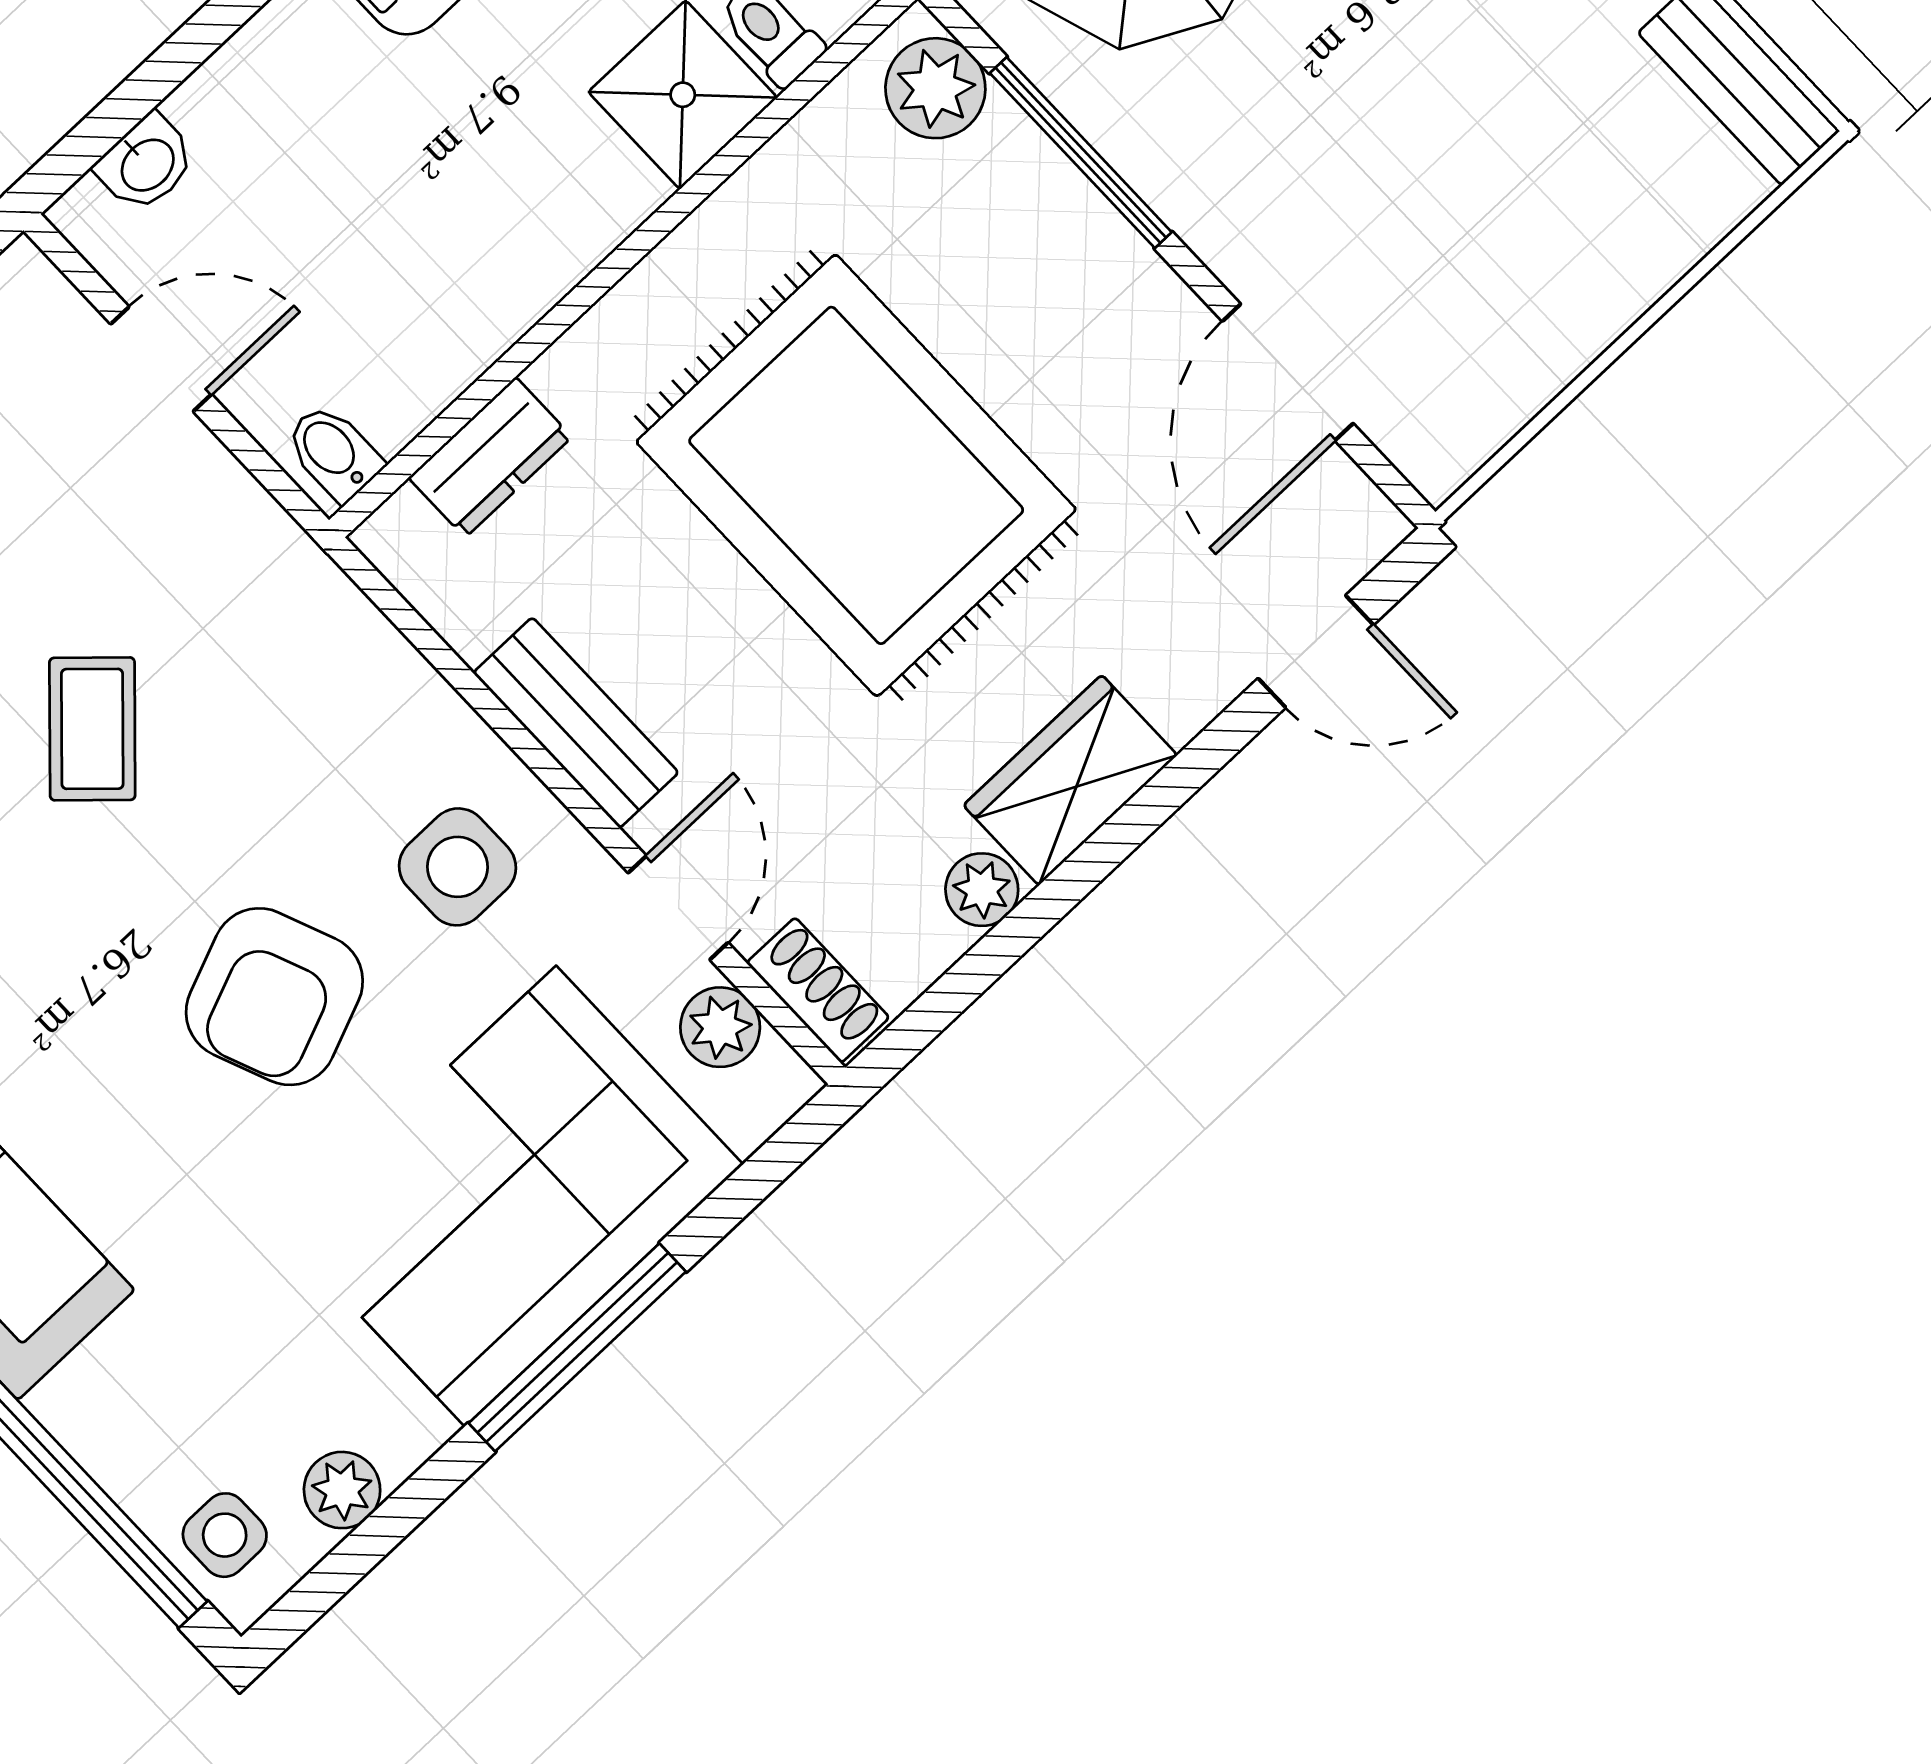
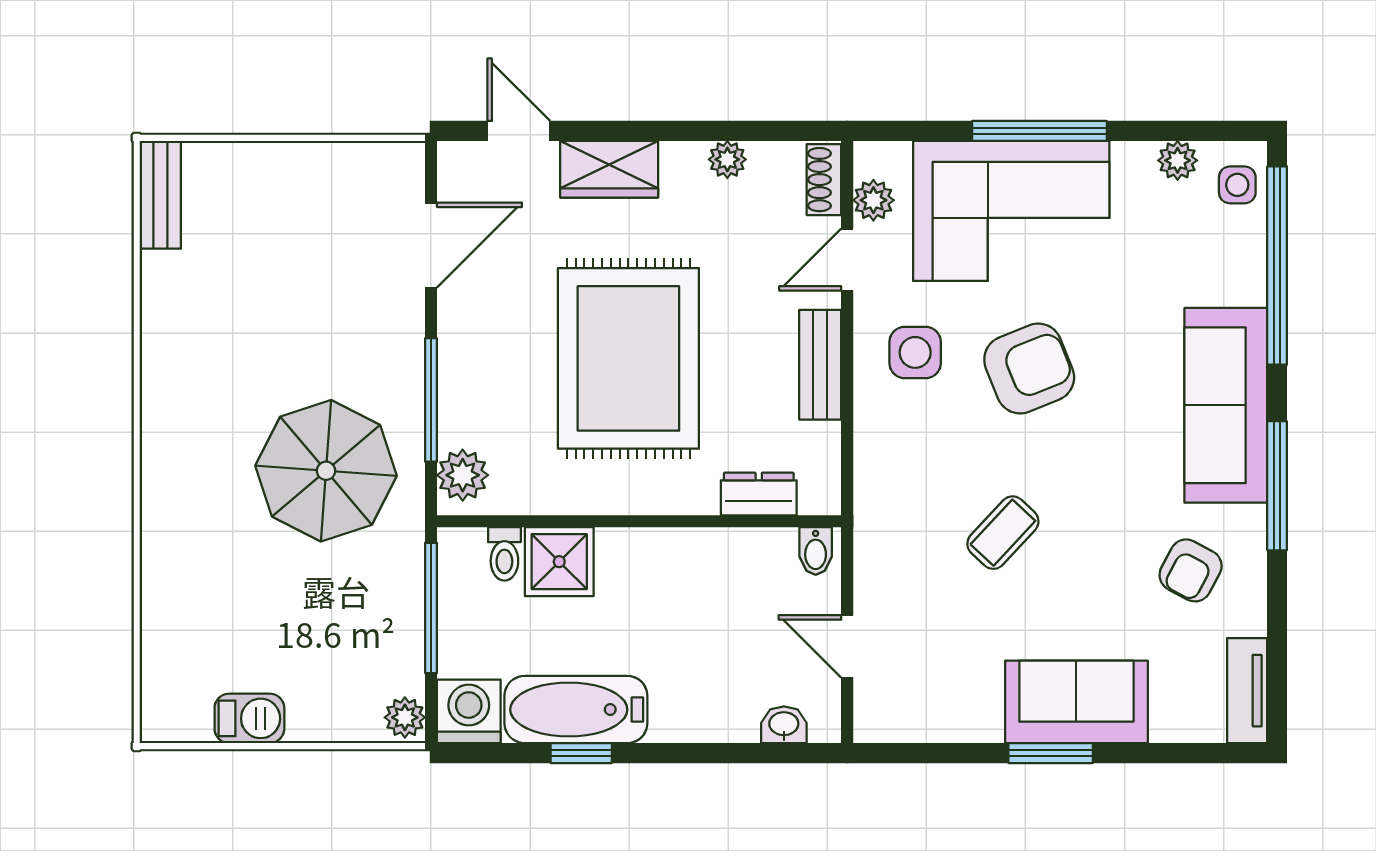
wardrobe: (1070, 780) -> (609, 169), moved

